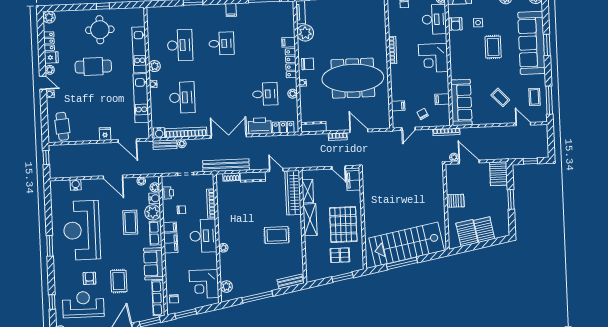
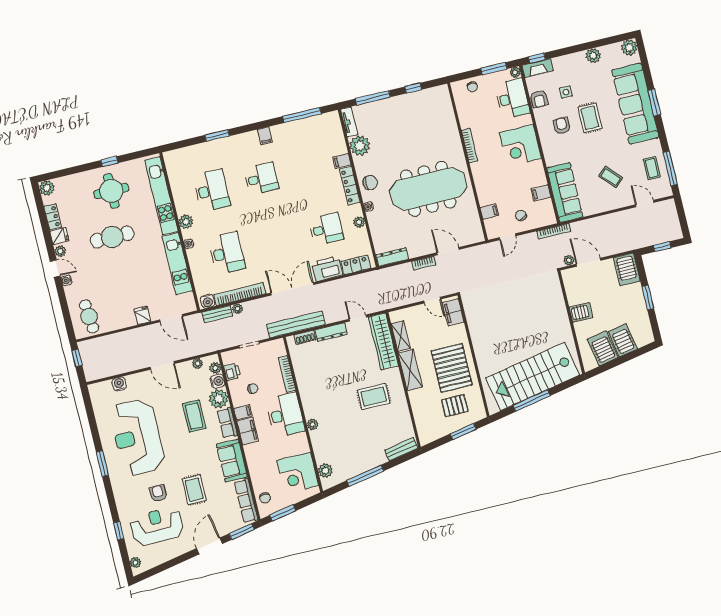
armchair: (469, 49) -> (562, 126), added
kitchen unit: (139, 50) -> (161, 196), width x1.36

